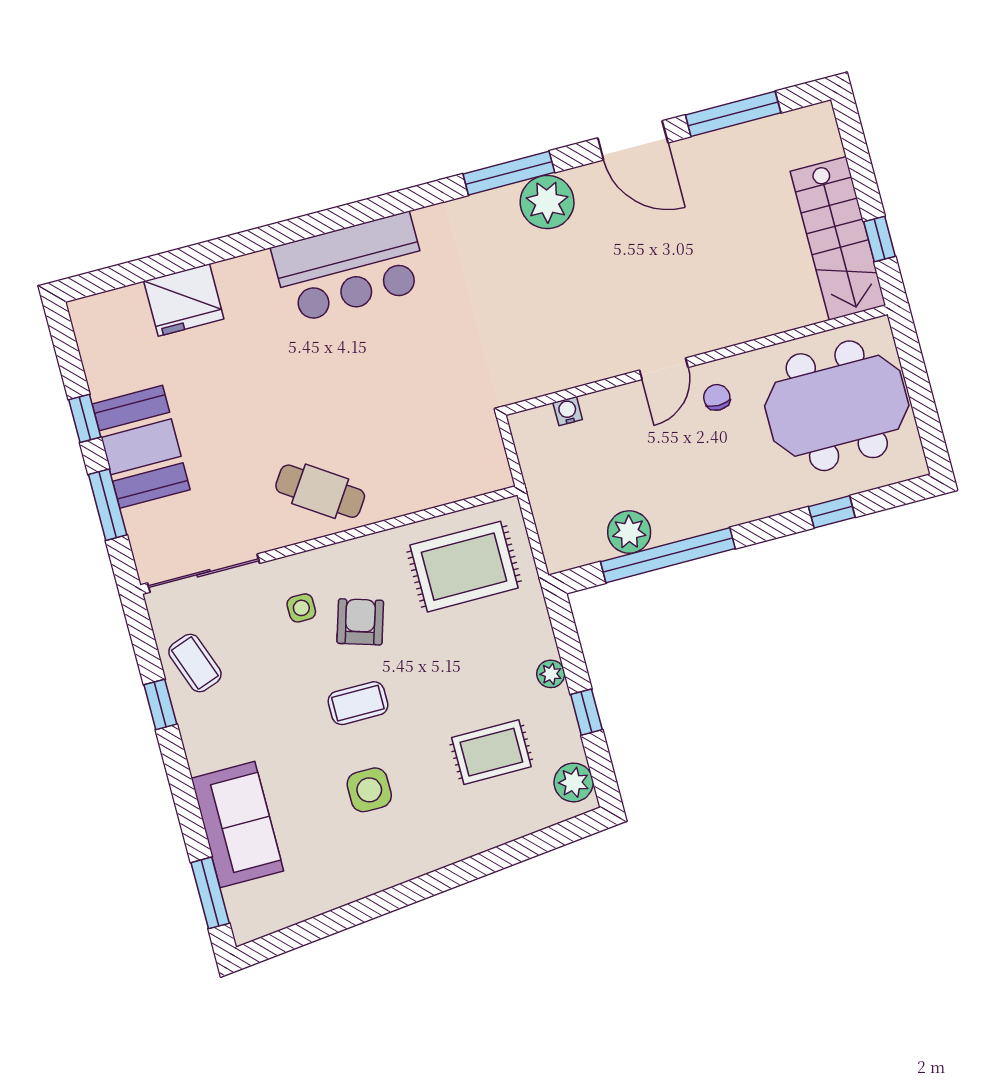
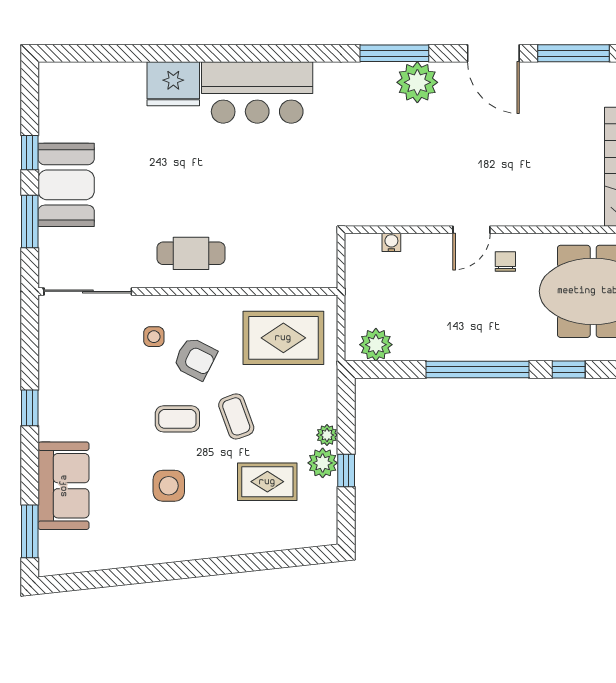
fridge: (184, 300) -> (173, 84), moved
cafe table: (320, 491) -> (191, 253), turned -34
plant: (629, 532) -> (376, 345), moved
window: (668, 555) -> (478, 370), moved
armchair: (360, 622) -> (195, 359), turned 100
coffee table: (195, 663) -> (236, 416), moved
window: (160, 704) -> (30, 408), moved
plant: (574, 782) -> (323, 463), moved

